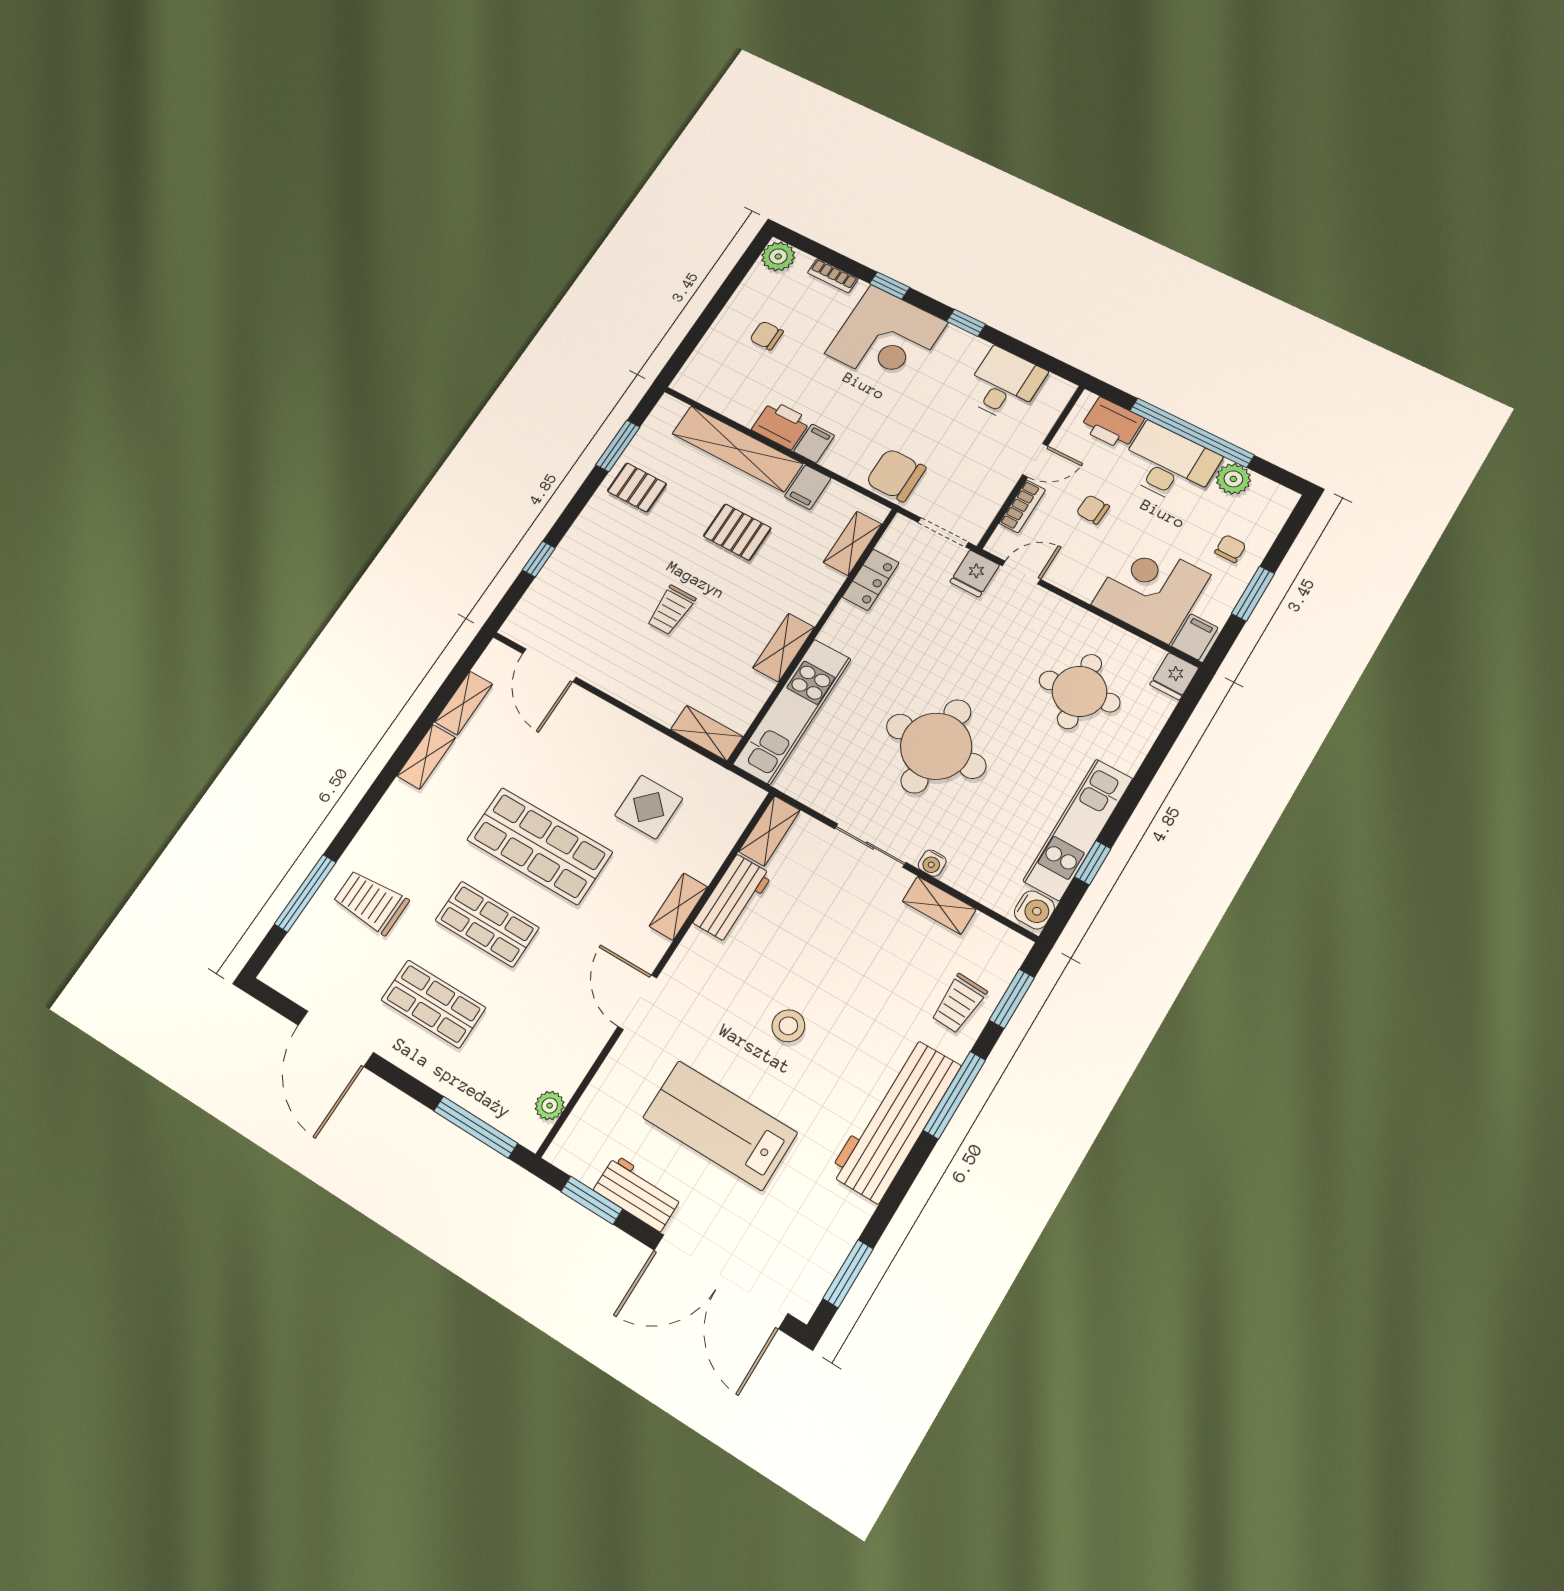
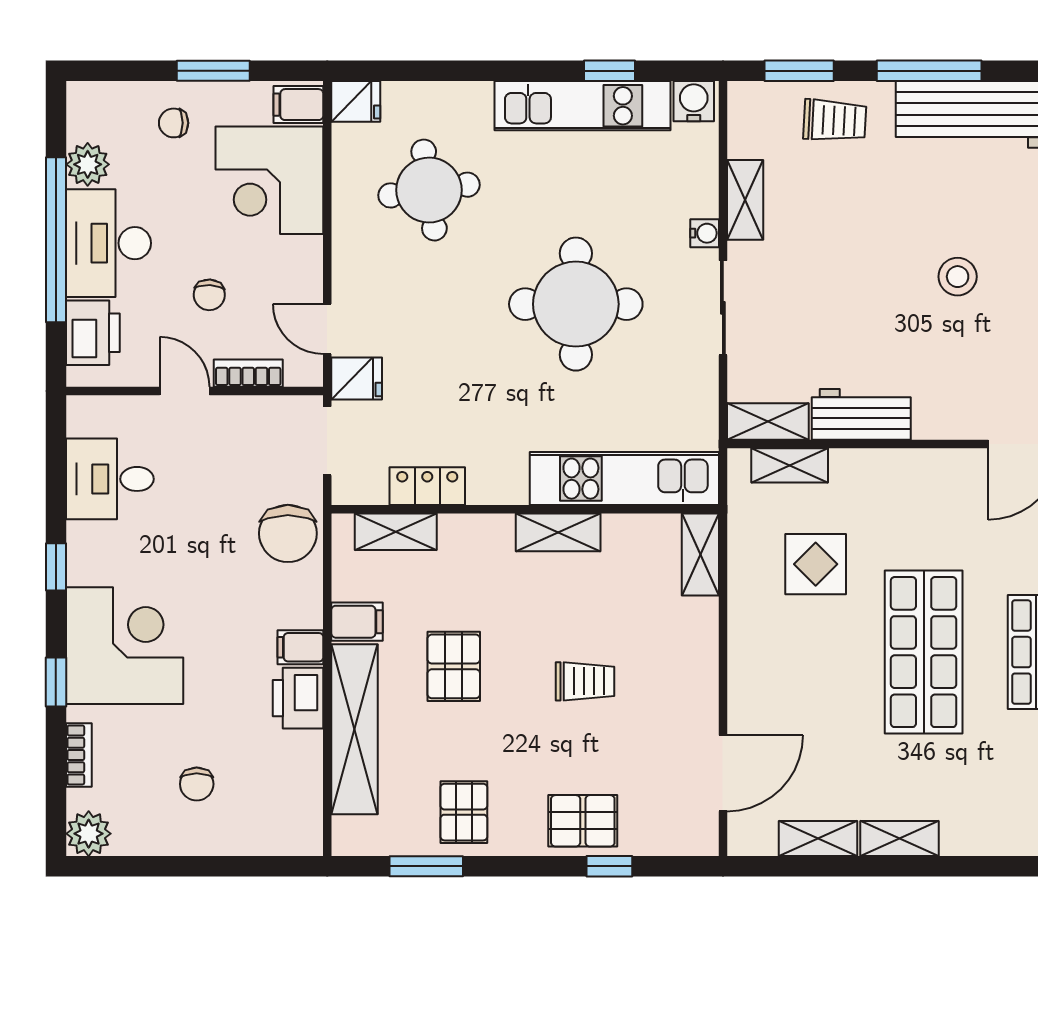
pallet: (580, 559) -> (583, 821), added
shelving: (678, 907) -> (790, 465), moved

